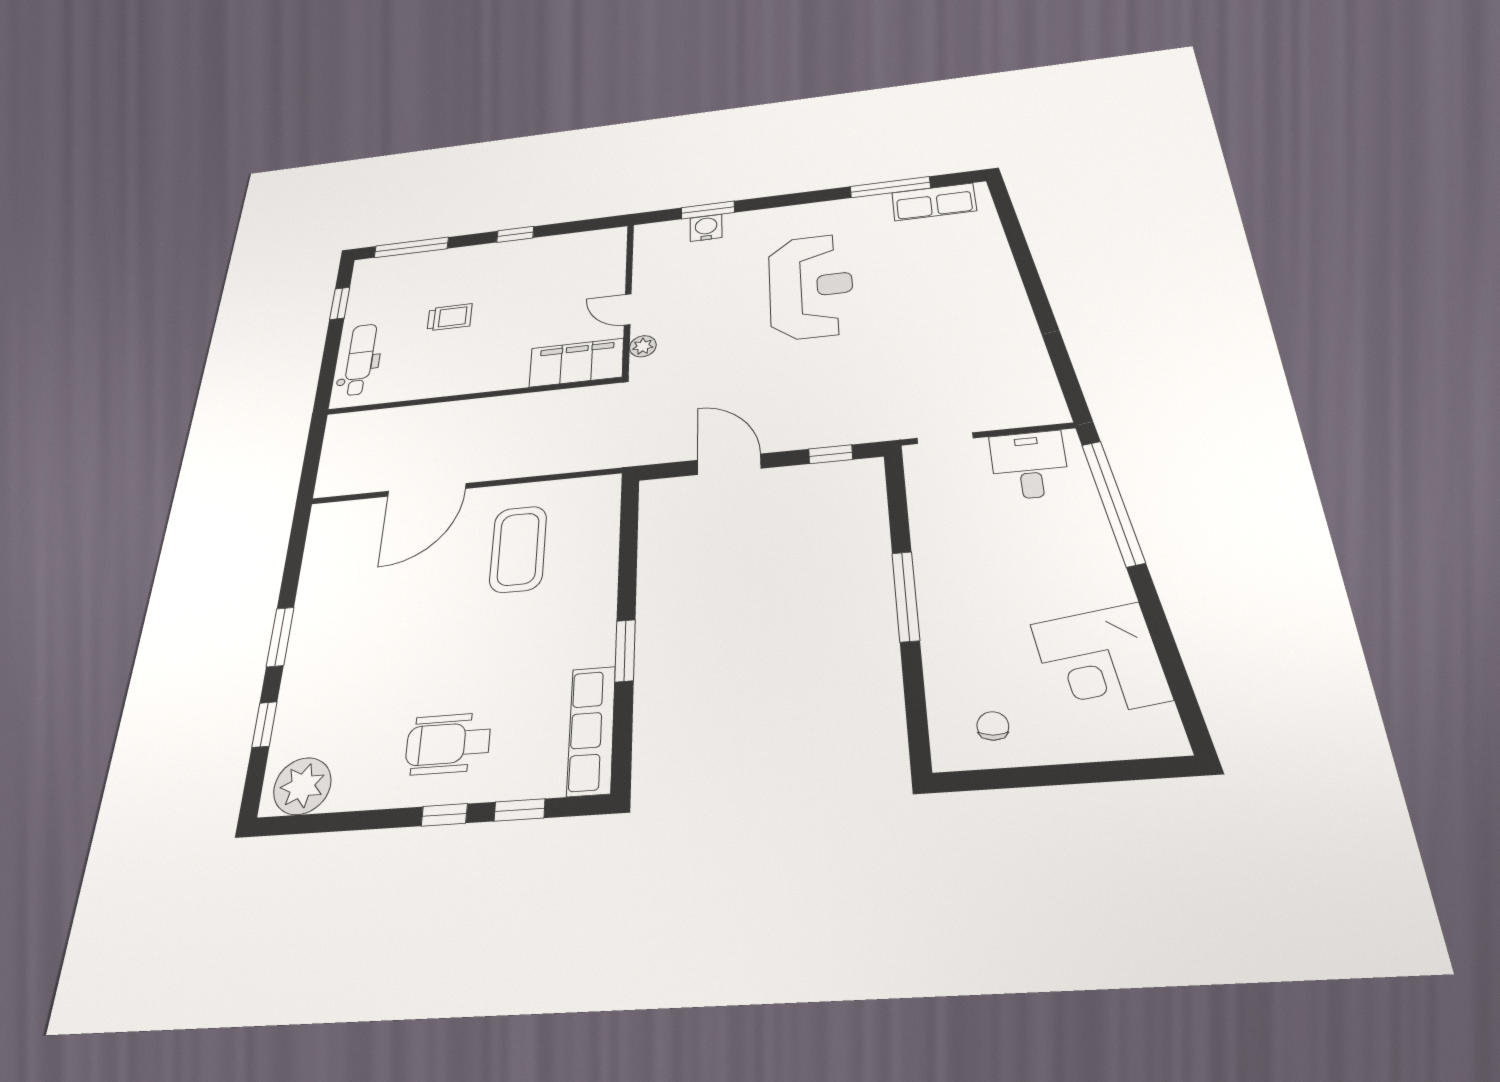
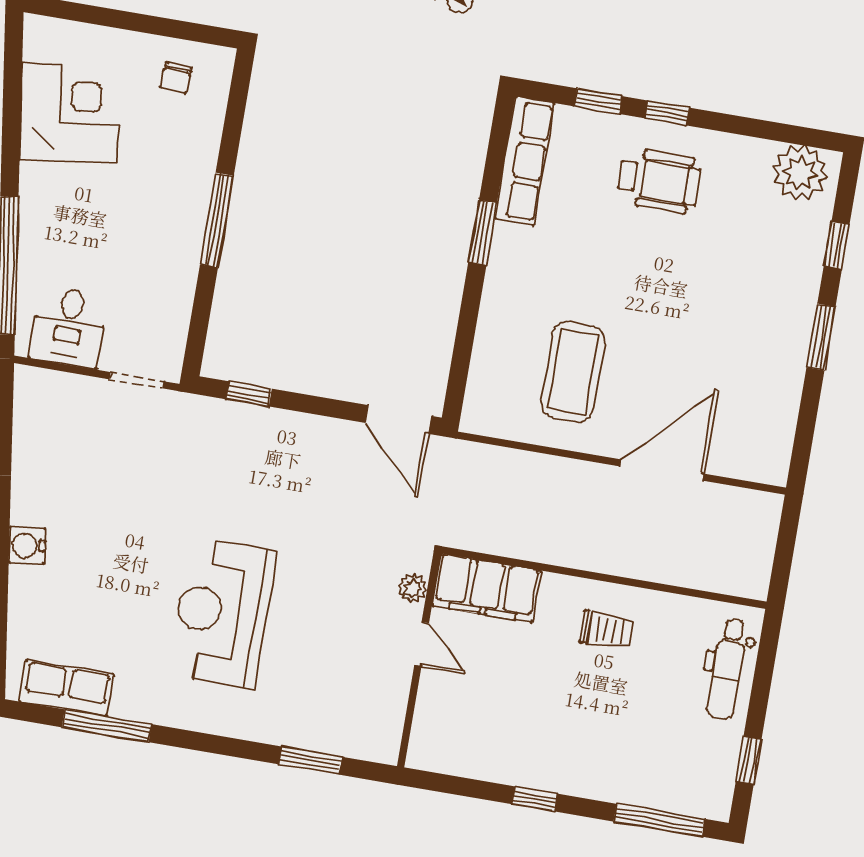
water cooler: (706, 228) -> (27, 545), moved, turned 82
trolley: (450, 317) -> (607, 630), moved, turned 180
door: (729, 464) -> (398, 419), moved

